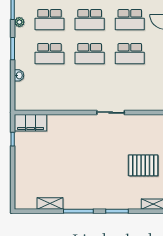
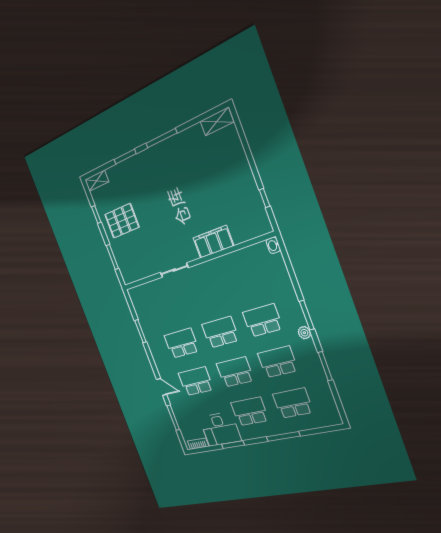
plant: (19, 22) -> (304, 333), moved
washbasin: (19, 75) -> (273, 245), moved
filing cabinet: (31, 123) -> (213, 242), moved
shelving: (50, 204) -> (217, 122), moved

